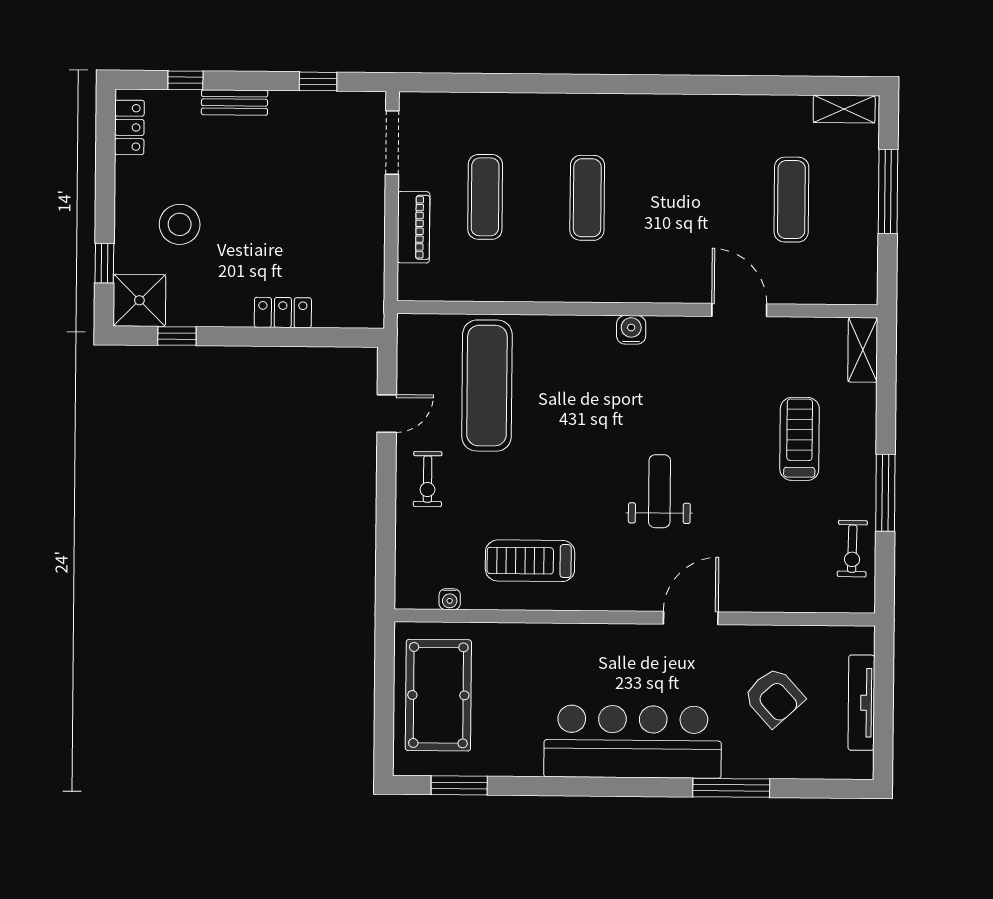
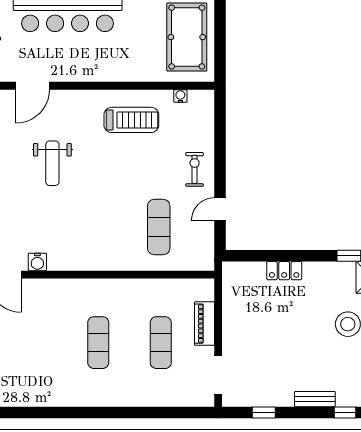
water cooler: (631, 330) -> (37, 262), moved
exercise mat: (487, 386) -> (159, 227), width x0.73, depth x0.69

